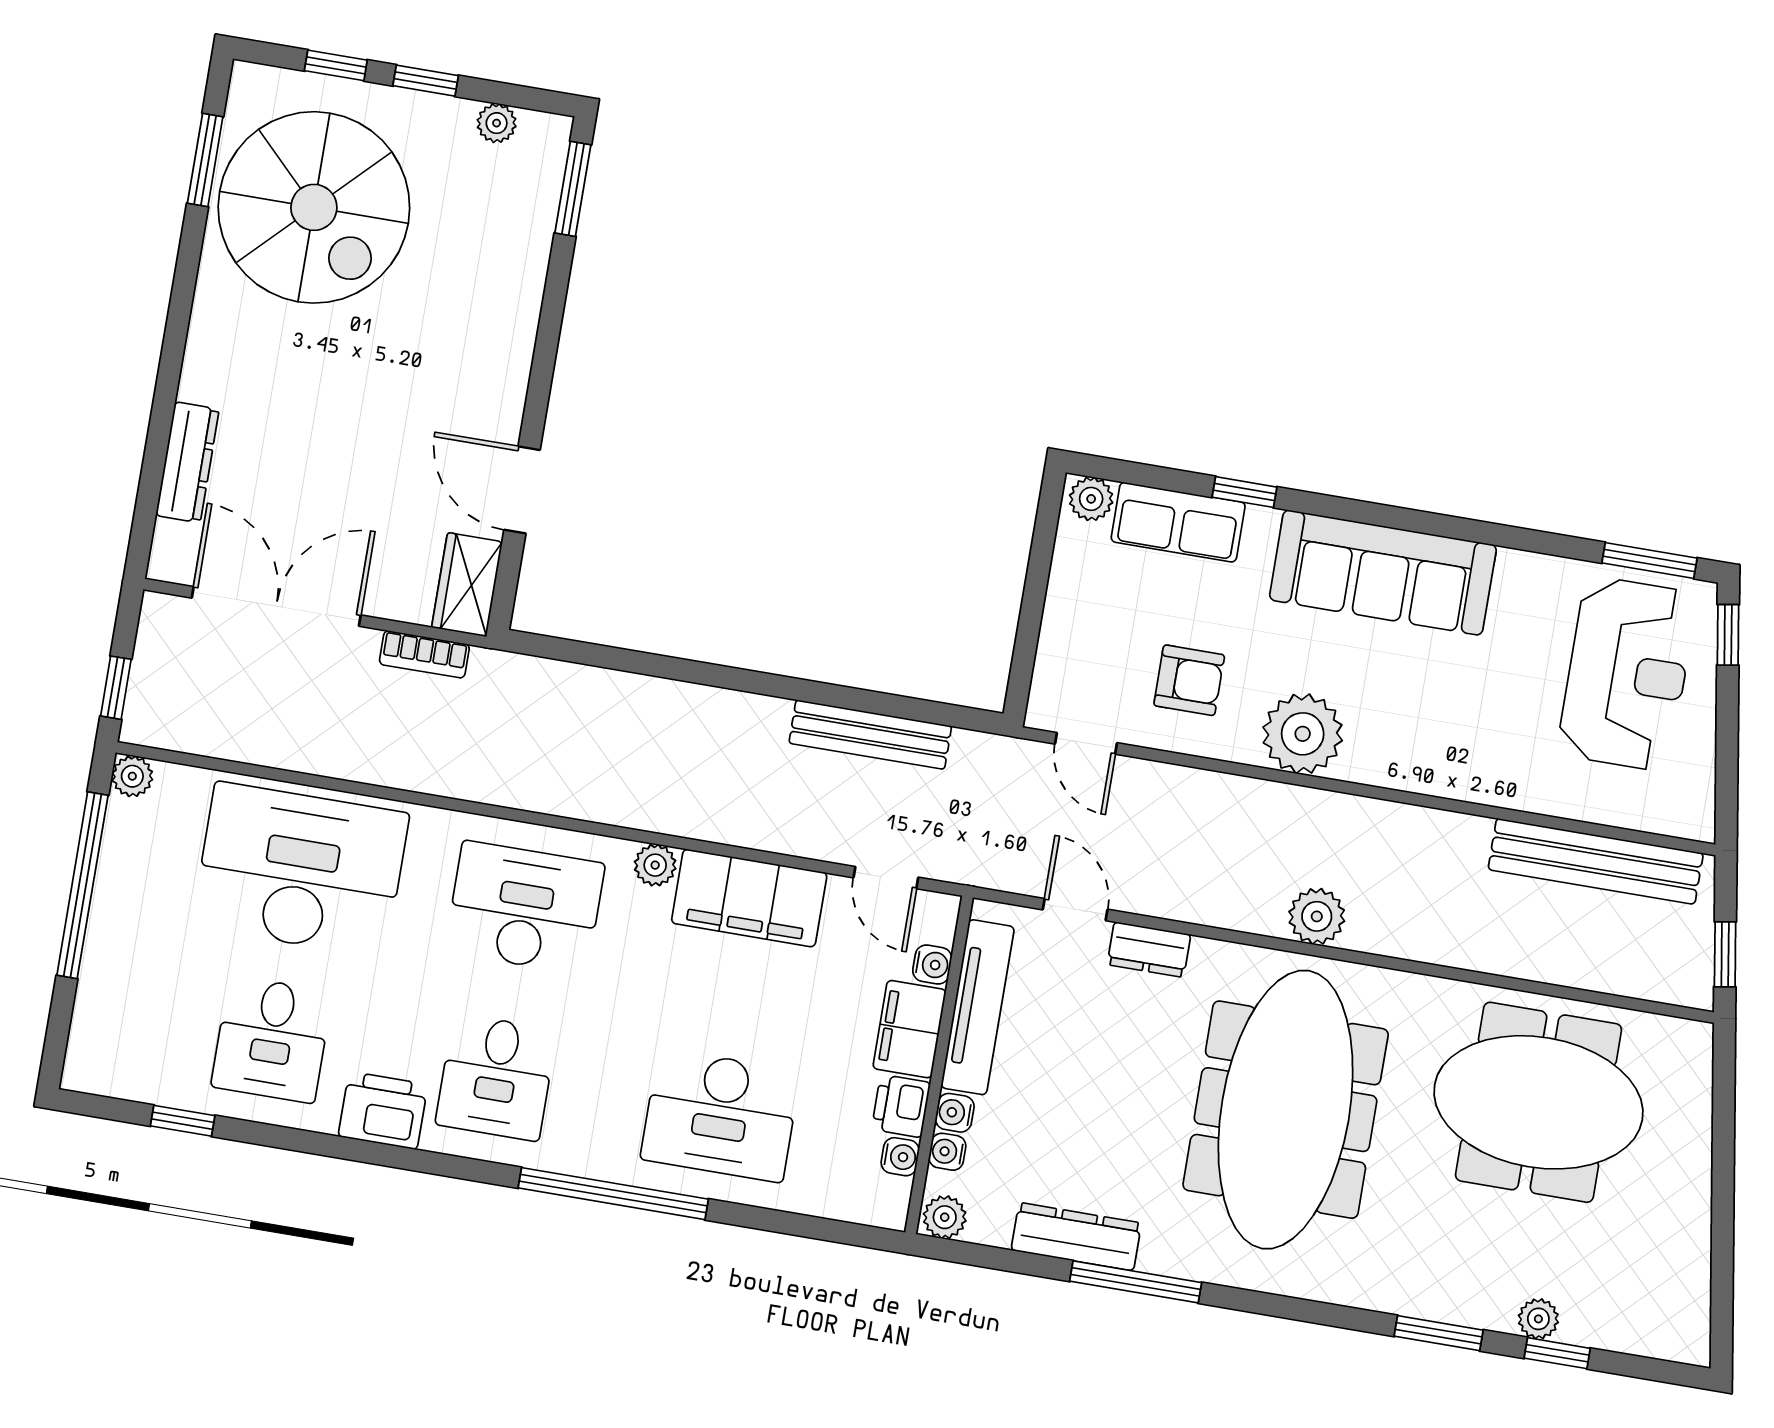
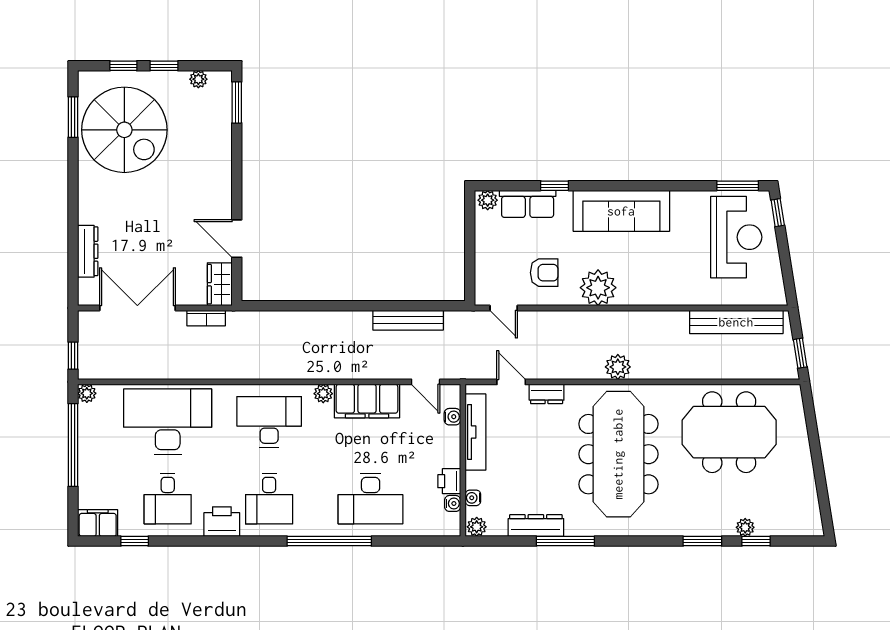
filing cabinet: (909, 1029) -> (98, 523), moved, turned 90
water cooler: (955, 1113) -> (473, 480), removed

